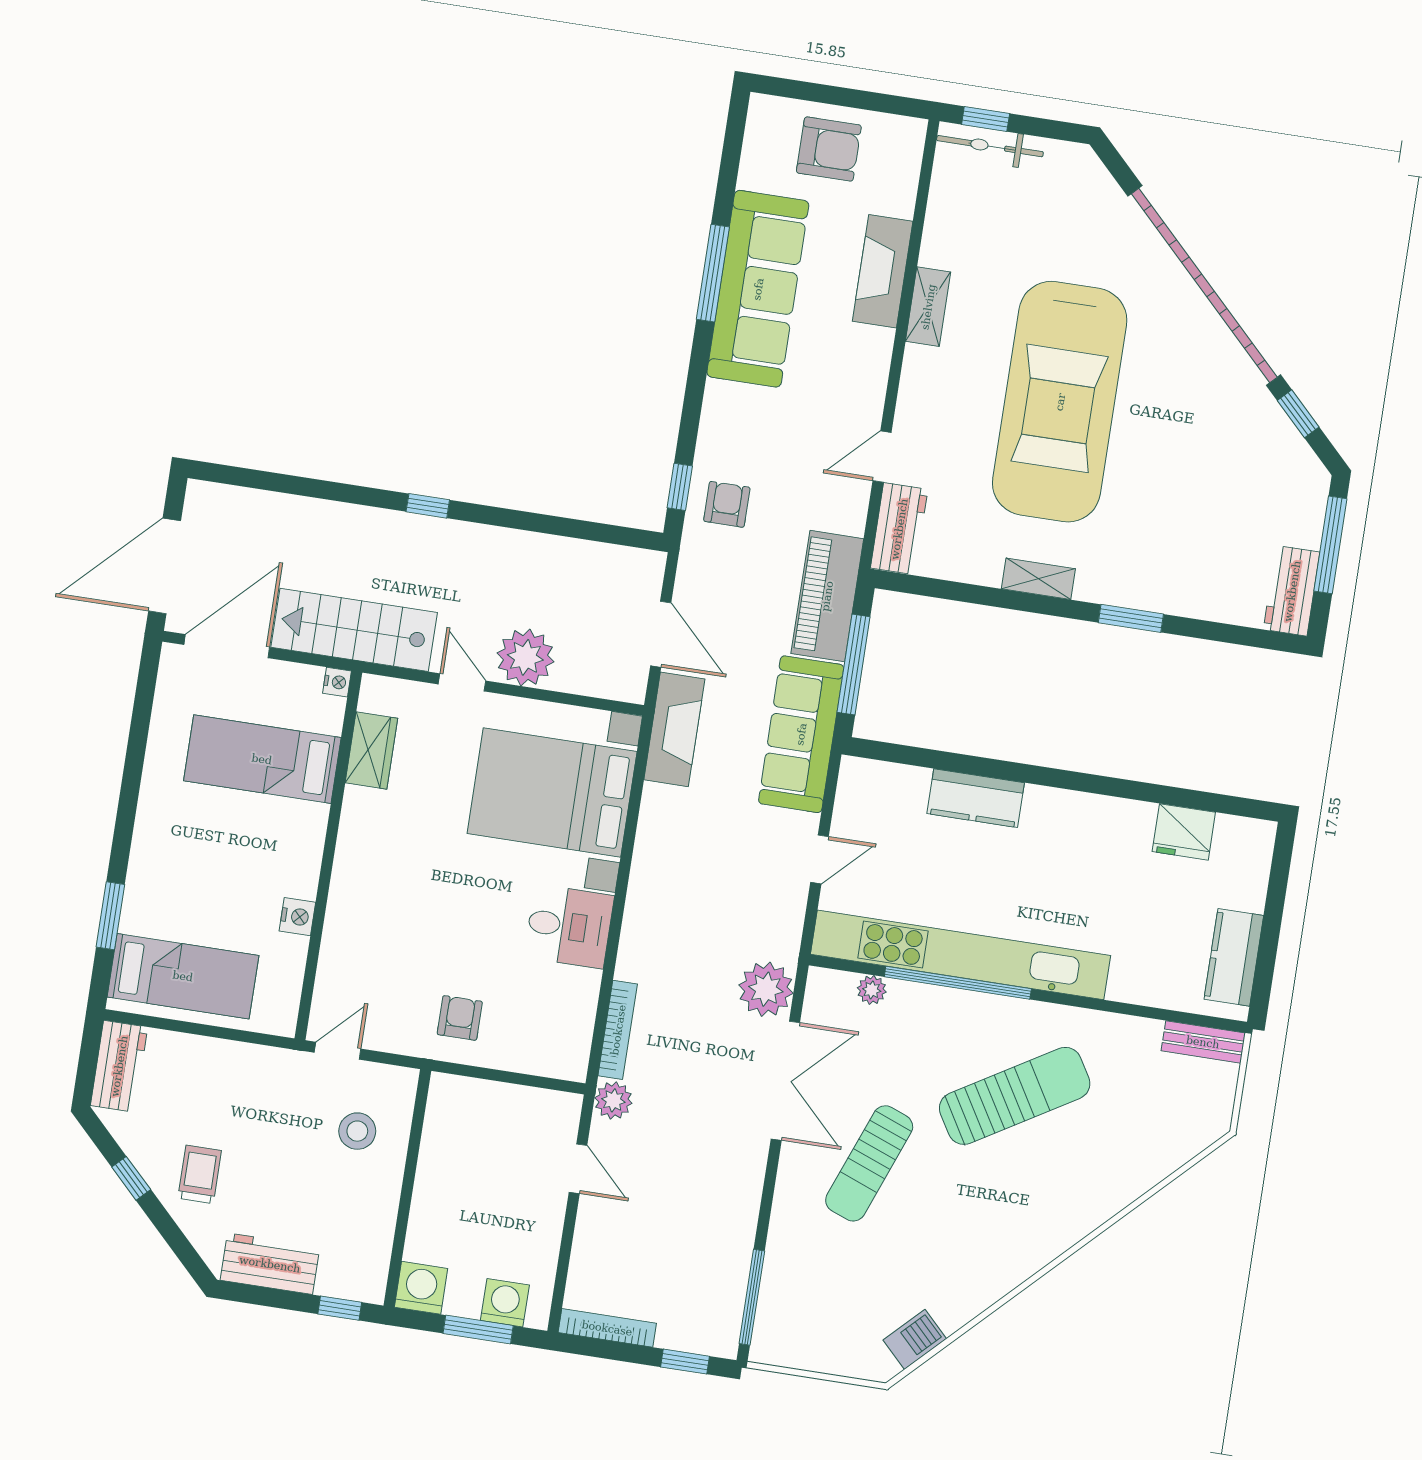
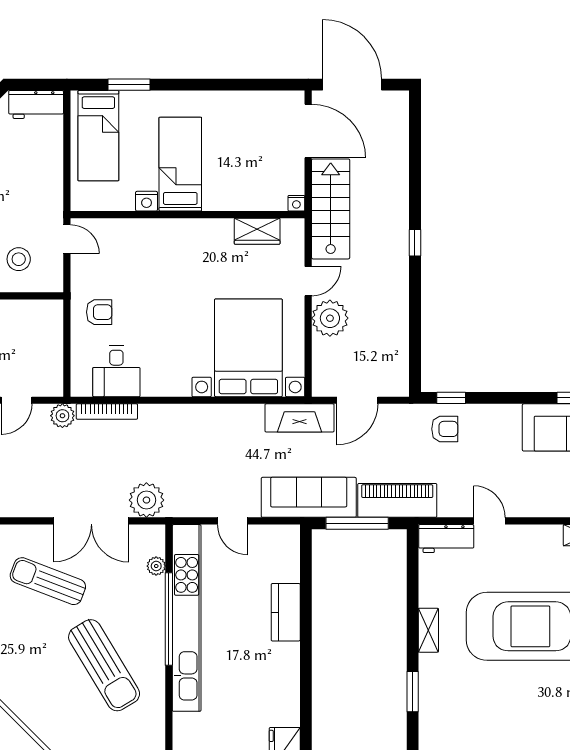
bed: (262, 759) -> (180, 164), moved
desk: (569, 926) -> (116, 371), moved

